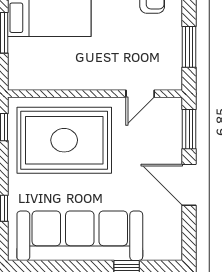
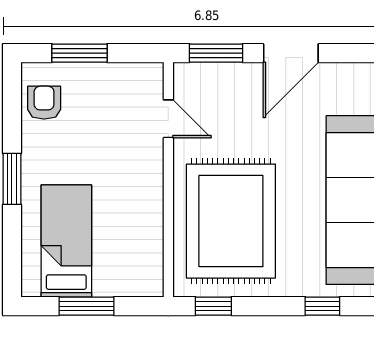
window: (189, 47) -> (79, 53), moved

